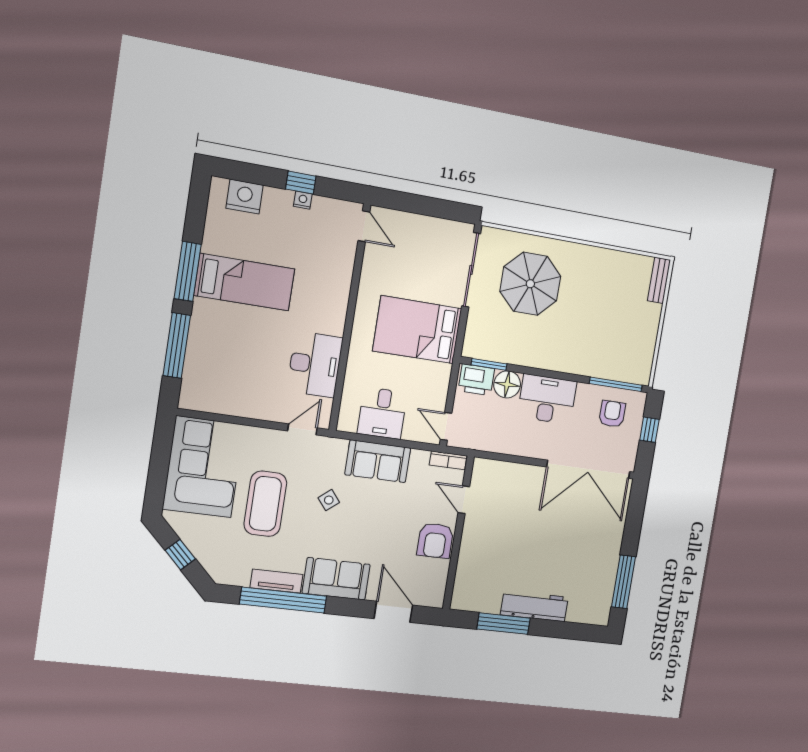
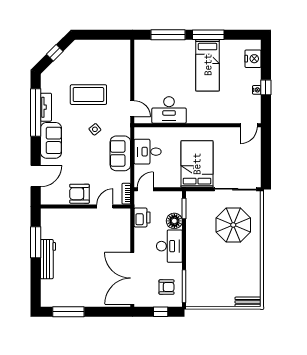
printer: (476, 380) -> (142, 217), moved, turned 180
corner sofa: (203, 467) -> (104, 58), removed

